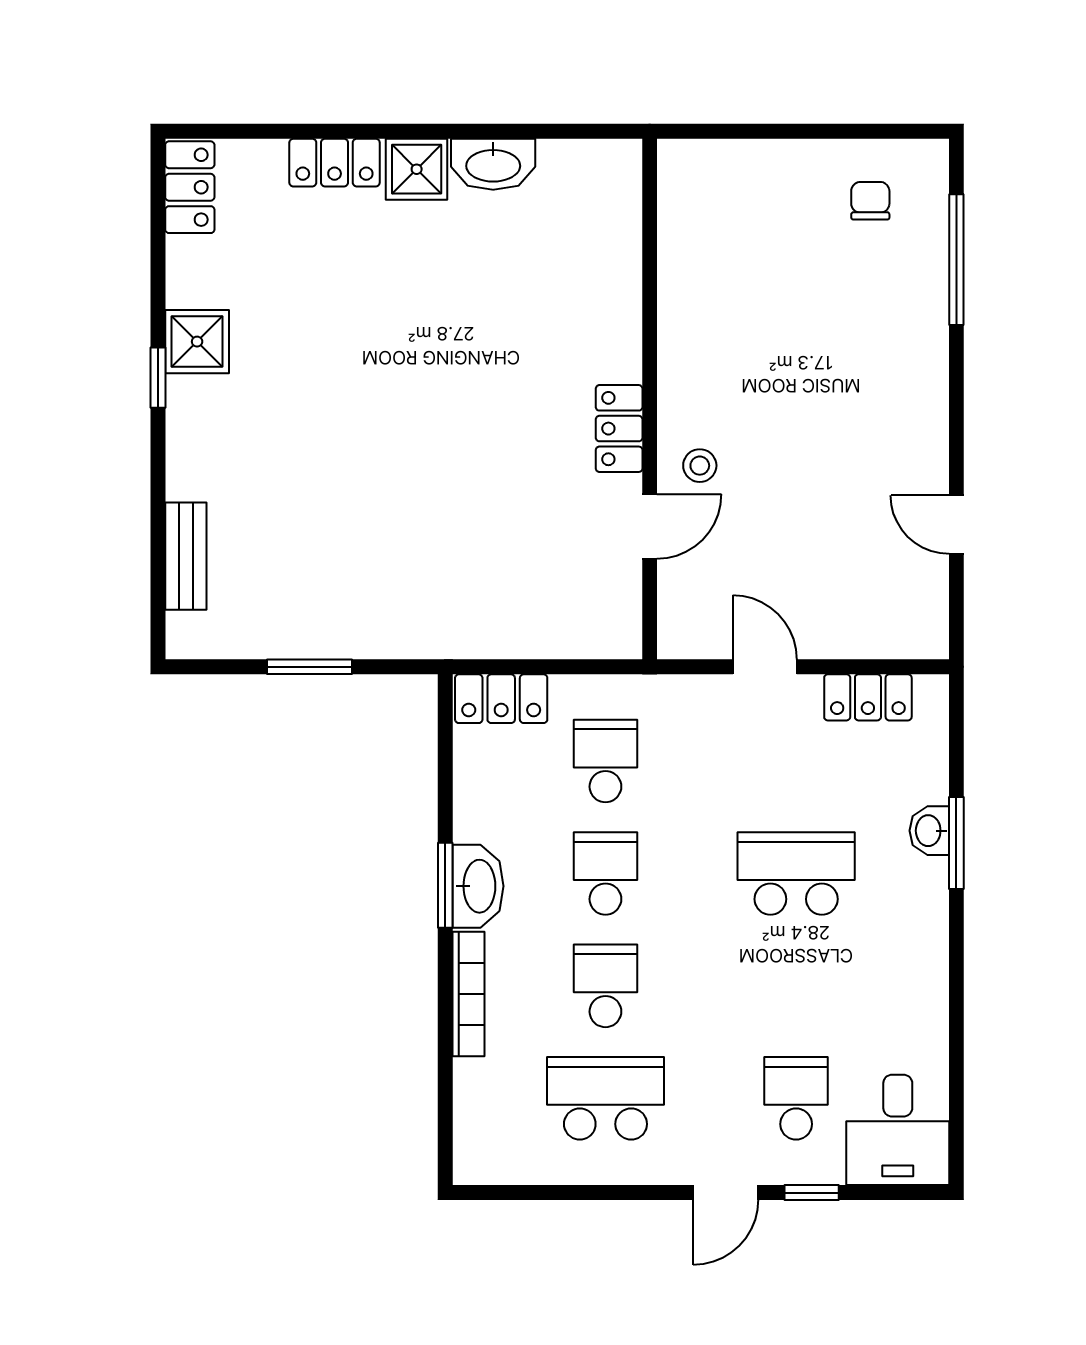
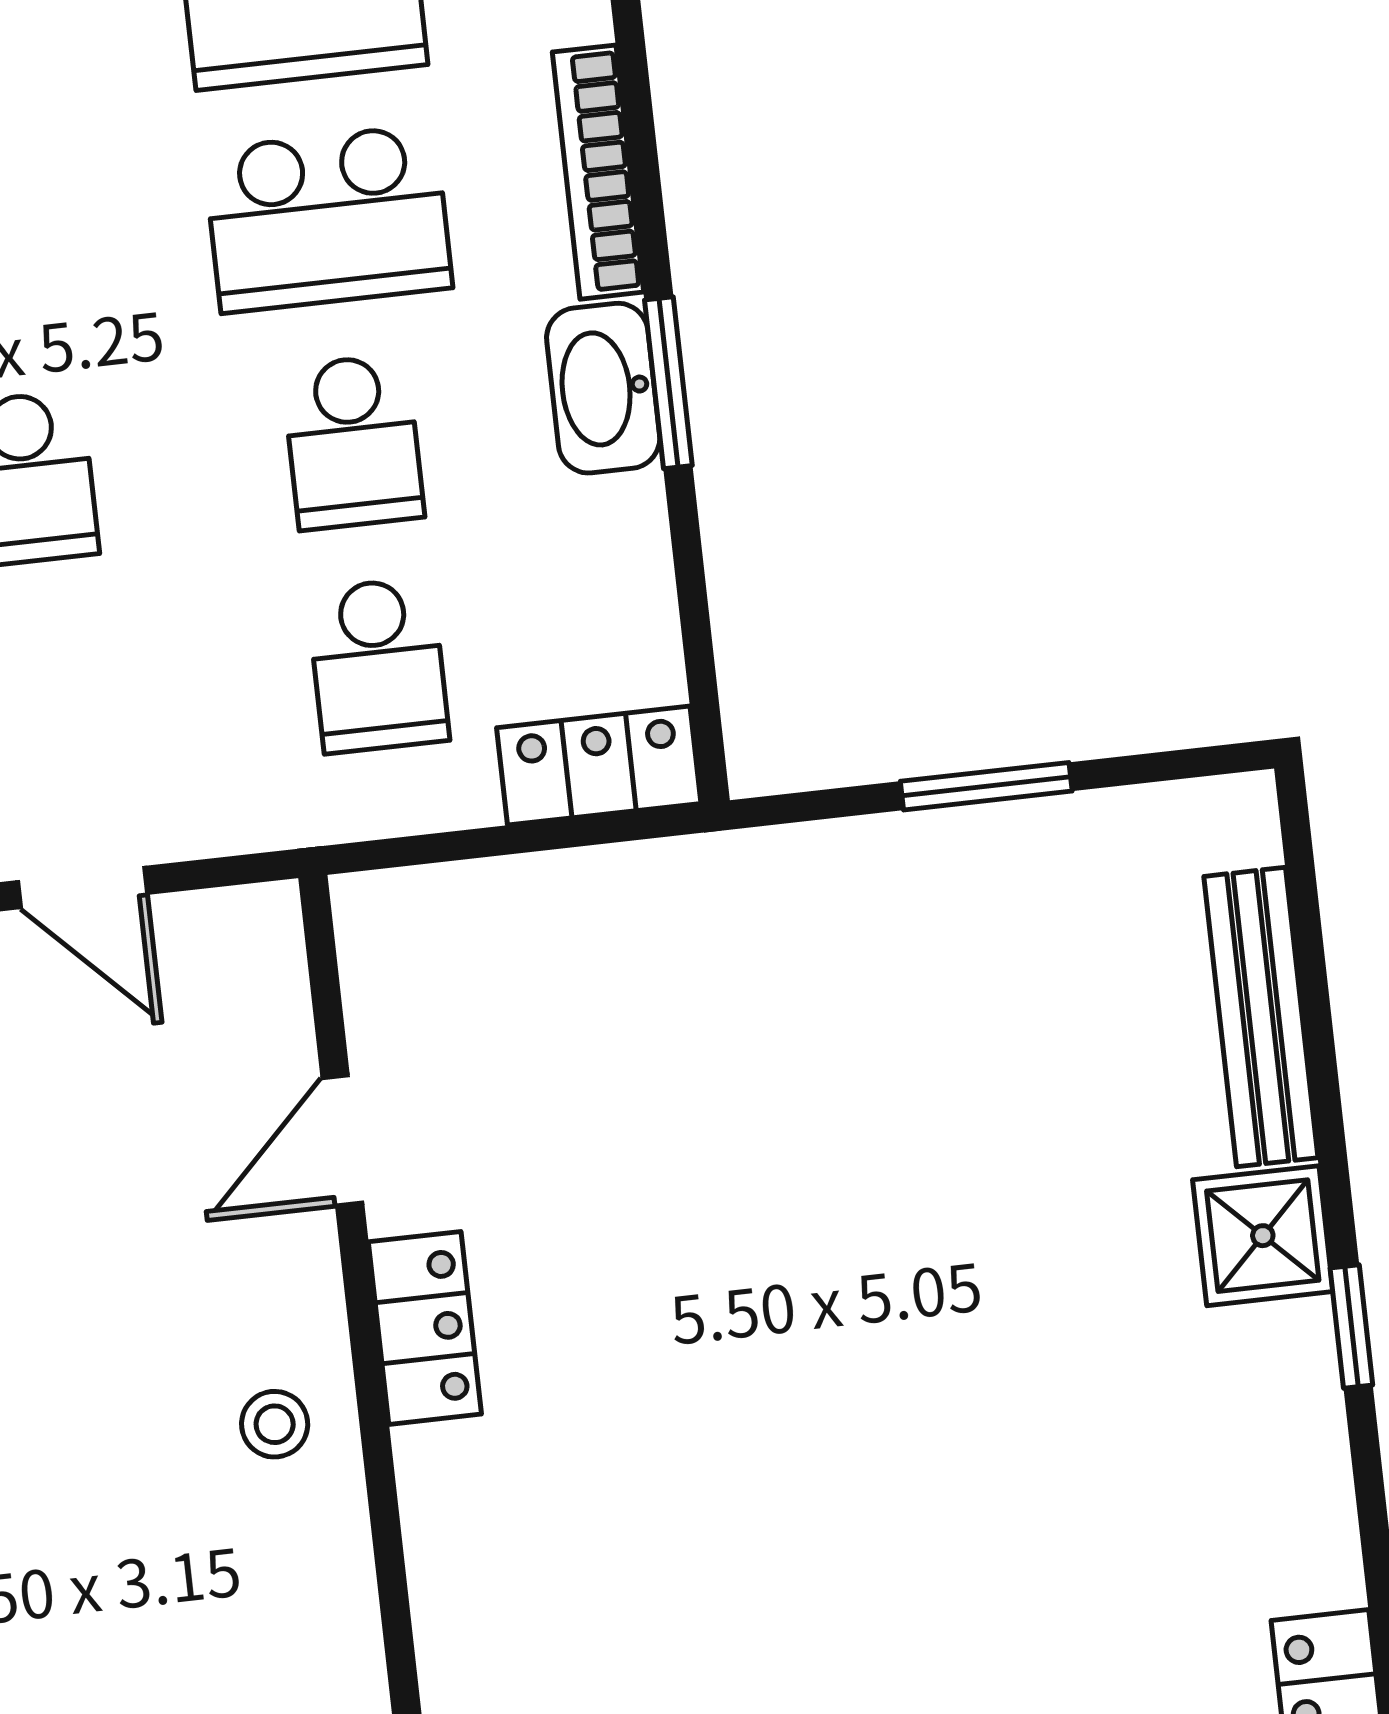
shower: (197, 342) -> (1263, 1236), moved
stool: (700, 466) -> (275, 1424), moved
bench: (186, 556) -> (1261, 1017), width x1.36
school desk: (605, 986) -> (328, 219), width x1.85

